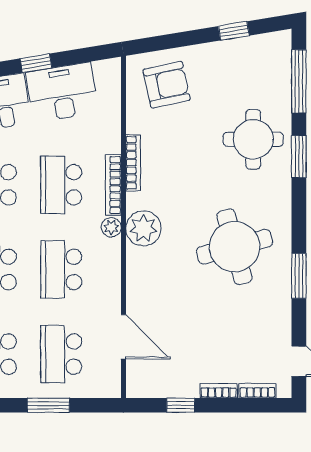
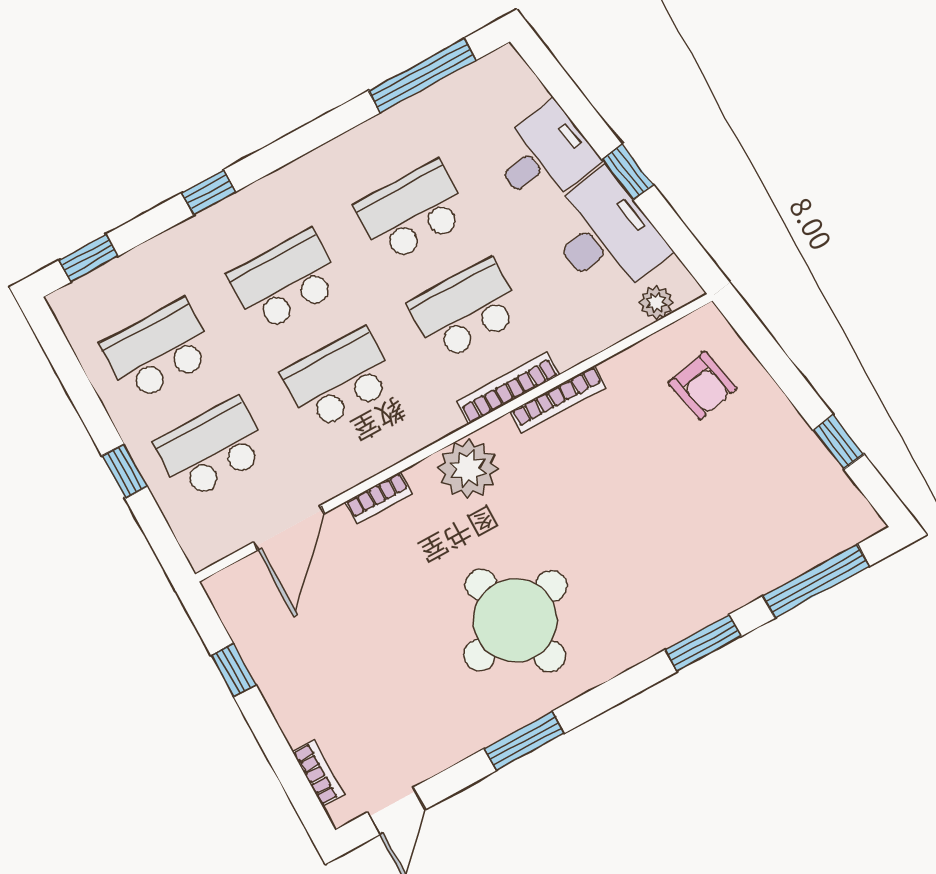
armchair: (167, 85) -> (703, 385), width x0.72, depth x0.72
round table: (253, 139) -> (692, 560), removed
plant: (111, 227) -> (656, 303), moved
bookcase: (219, 391) -> (378, 498), moved, turned 90
window: (48, 405) -> (125, 471), width x0.67

